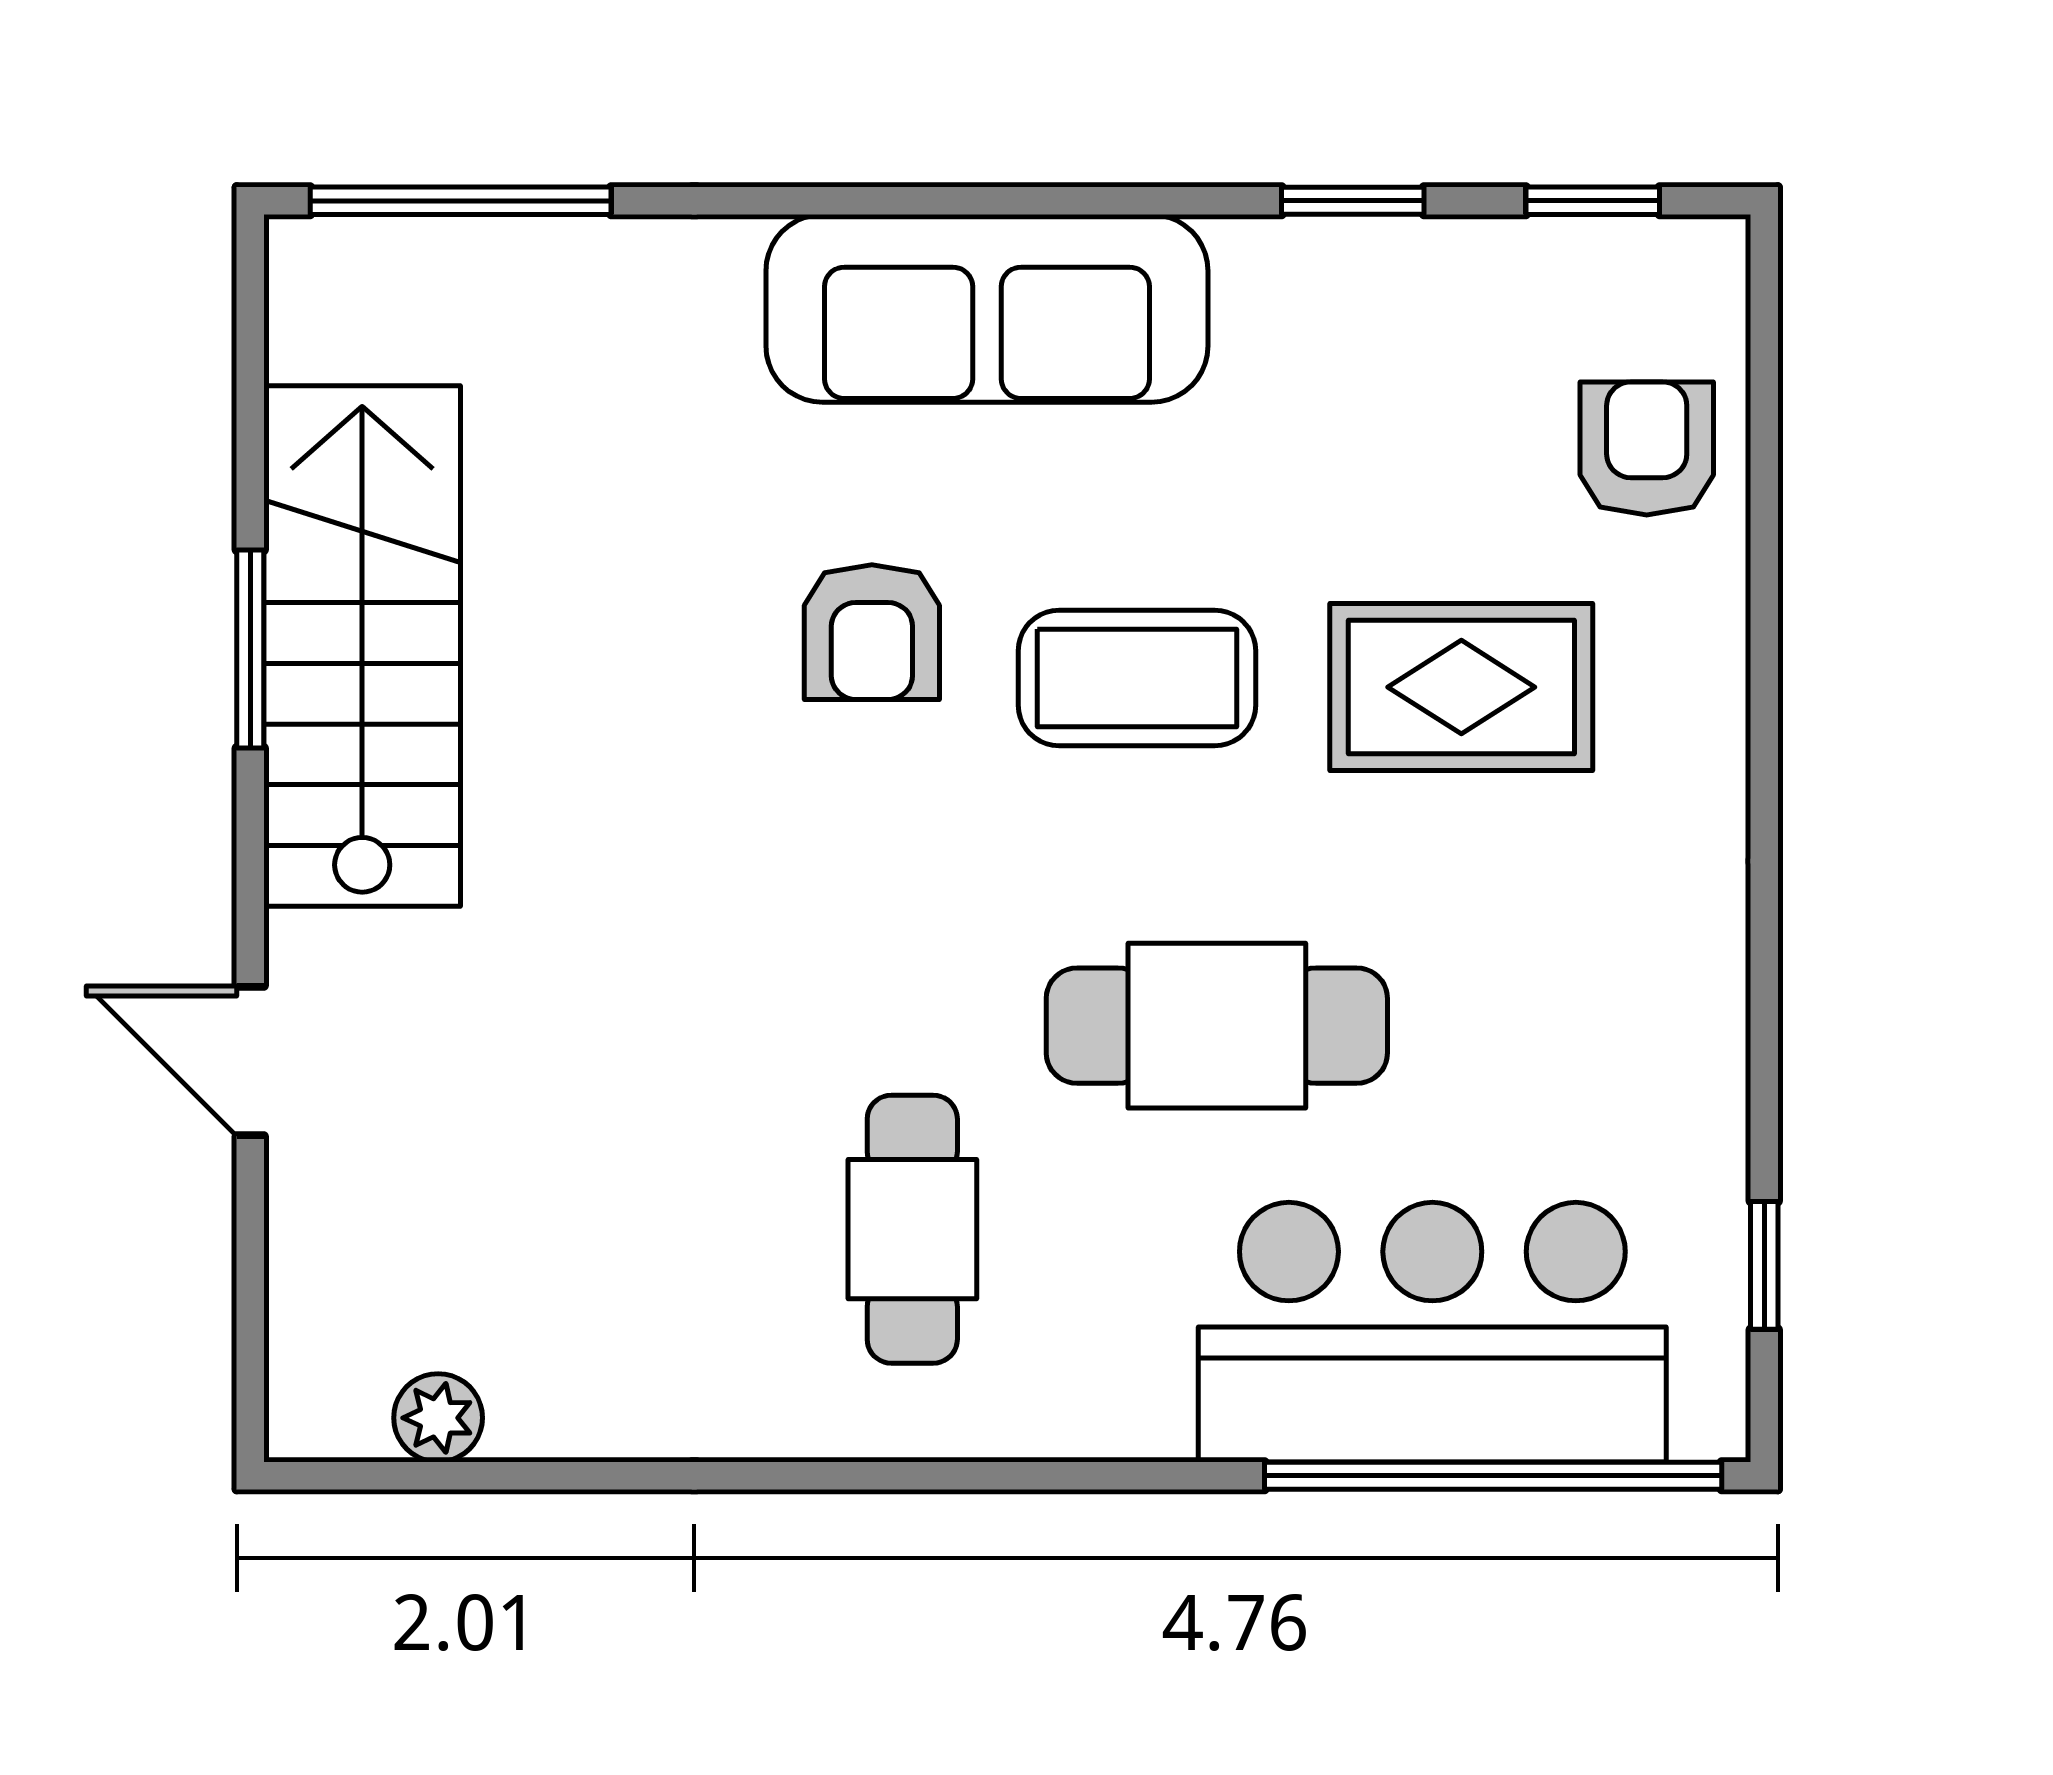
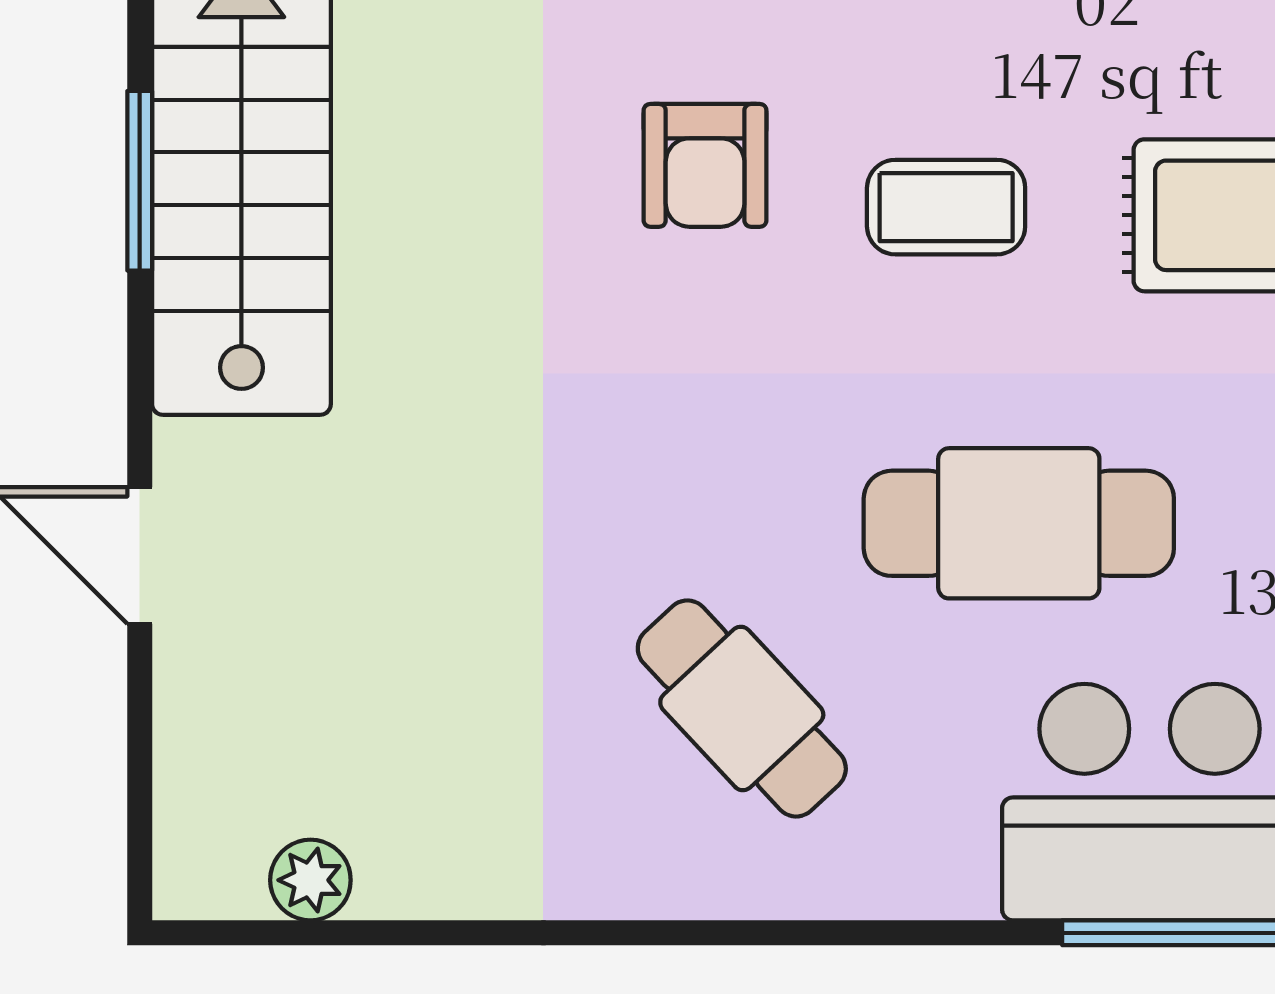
coffee table: (1137, 678) -> (946, 207), width x0.73, depth x0.77
cafe table: (912, 1229) -> (742, 708), turned -43

